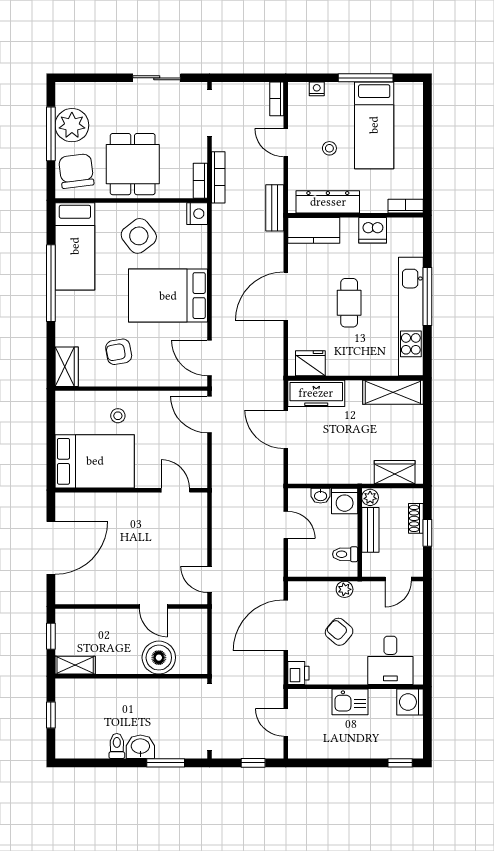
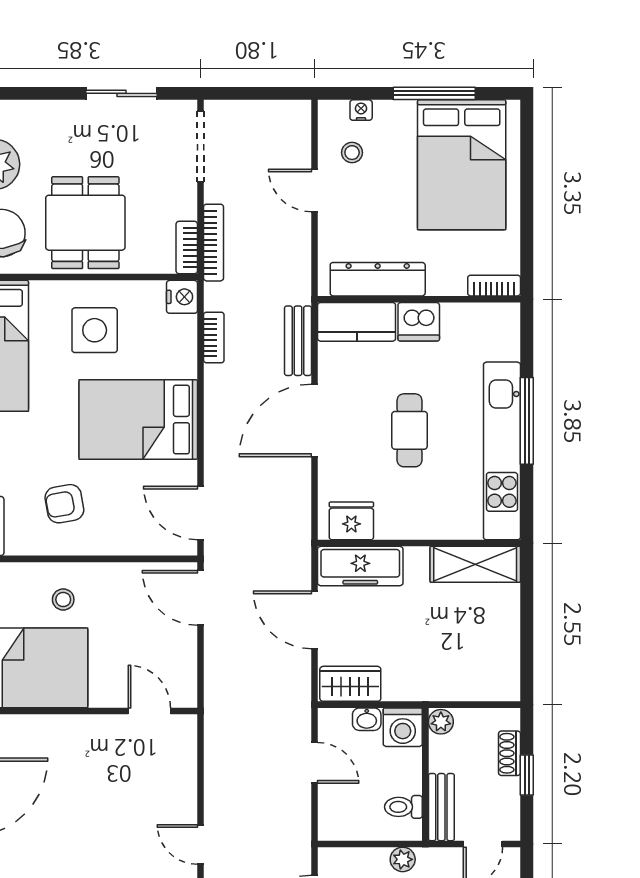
bookcase: (277, 99) -> (214, 338), moved, turned 180
bed: (374, 125) -> (462, 165), width x1.50
stool: (329, 148) -> (352, 153), moved
bench: (275, 208) -> (298, 341), moved
dishwasher: (373, 230) -> (419, 322), moved
side table: (139, 236) -> (95, 330), turned 38
wardrobe: (395, 472) -> (350, 684), moved
bench: (370, 530) -> (441, 807), moved

